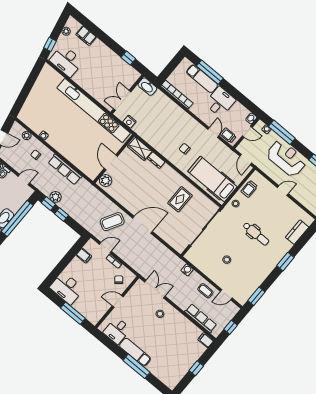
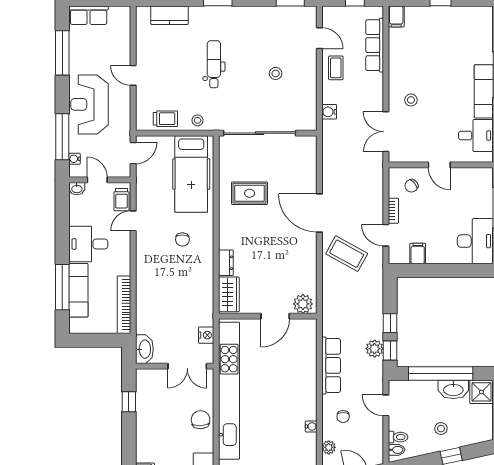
chair: (91, 85) -> (201, 420), added

